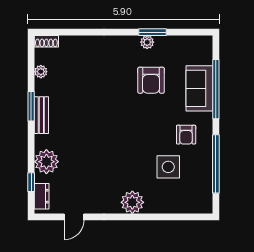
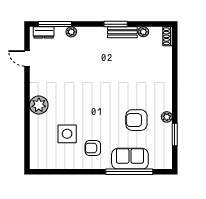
window: (153, 32) -> (175, 135), moved
bench: (41, 115) -> (122, 32), moved
plant: (46, 162) -> (71, 32), width x0.53, depth x0.53
window: (216, 164) -> (70, 172), removed
window: (31, 182) -> (55, 24), width x2.17

